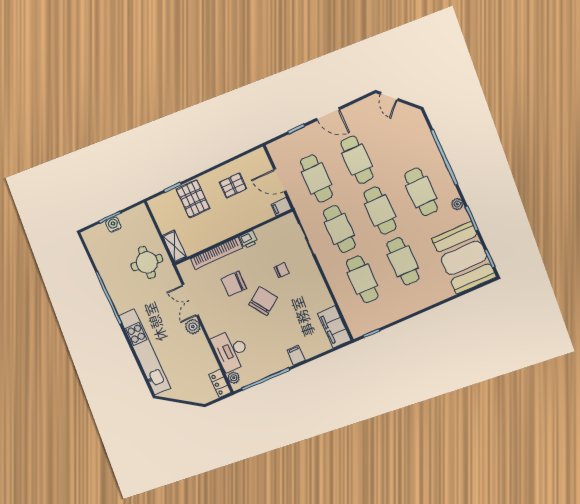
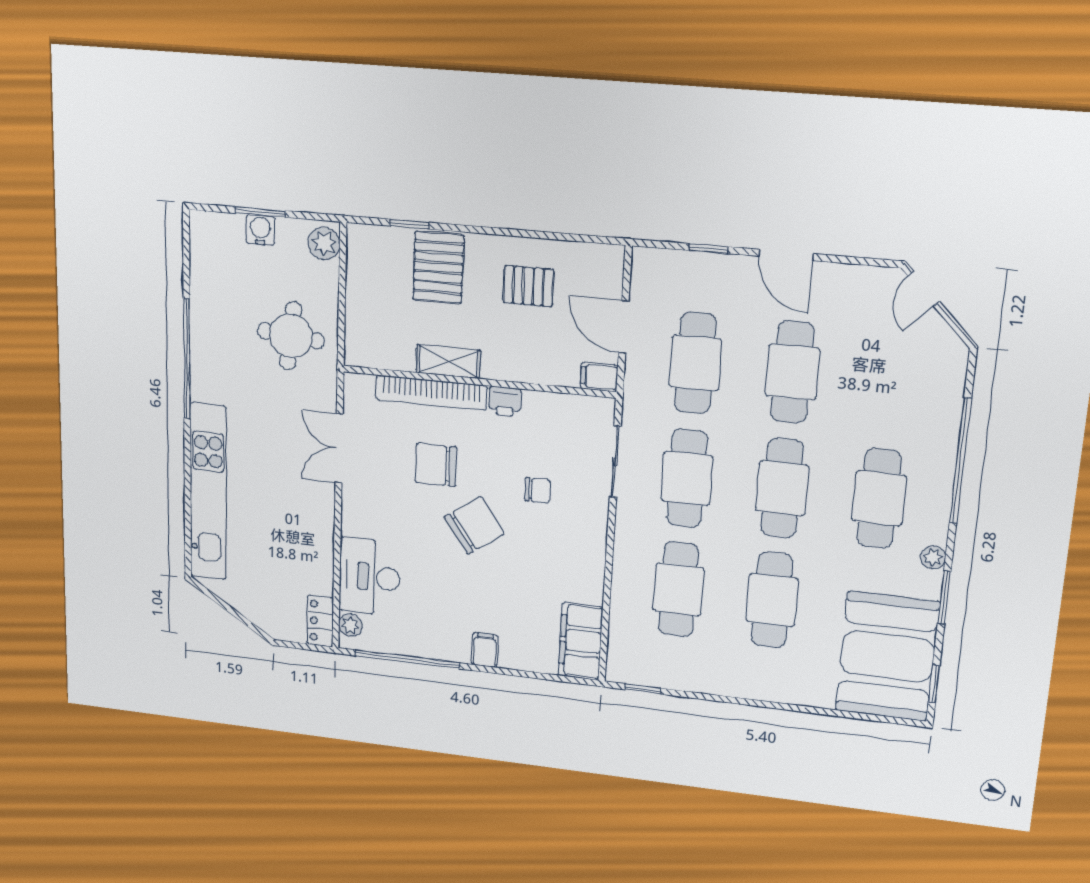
shelving: (175, 246) -> (448, 362), moved, turned 90
plant: (193, 327) -> (324, 243), moved

